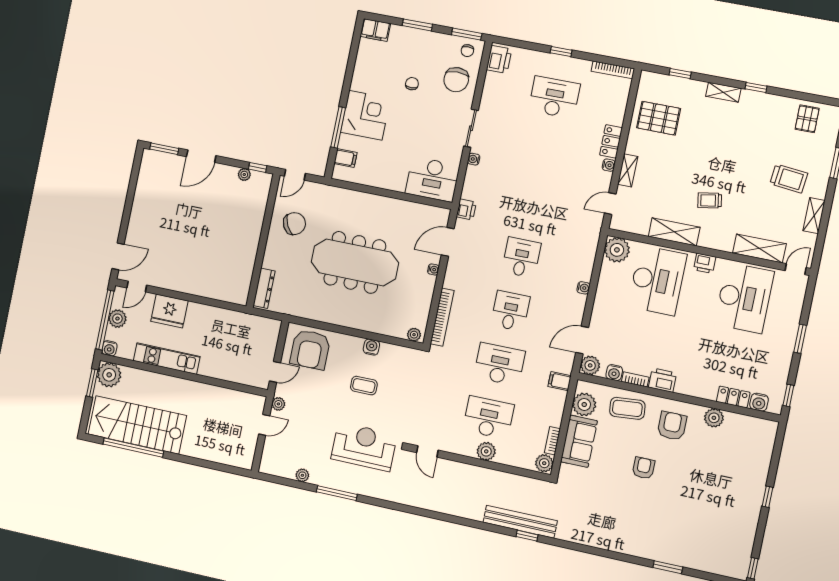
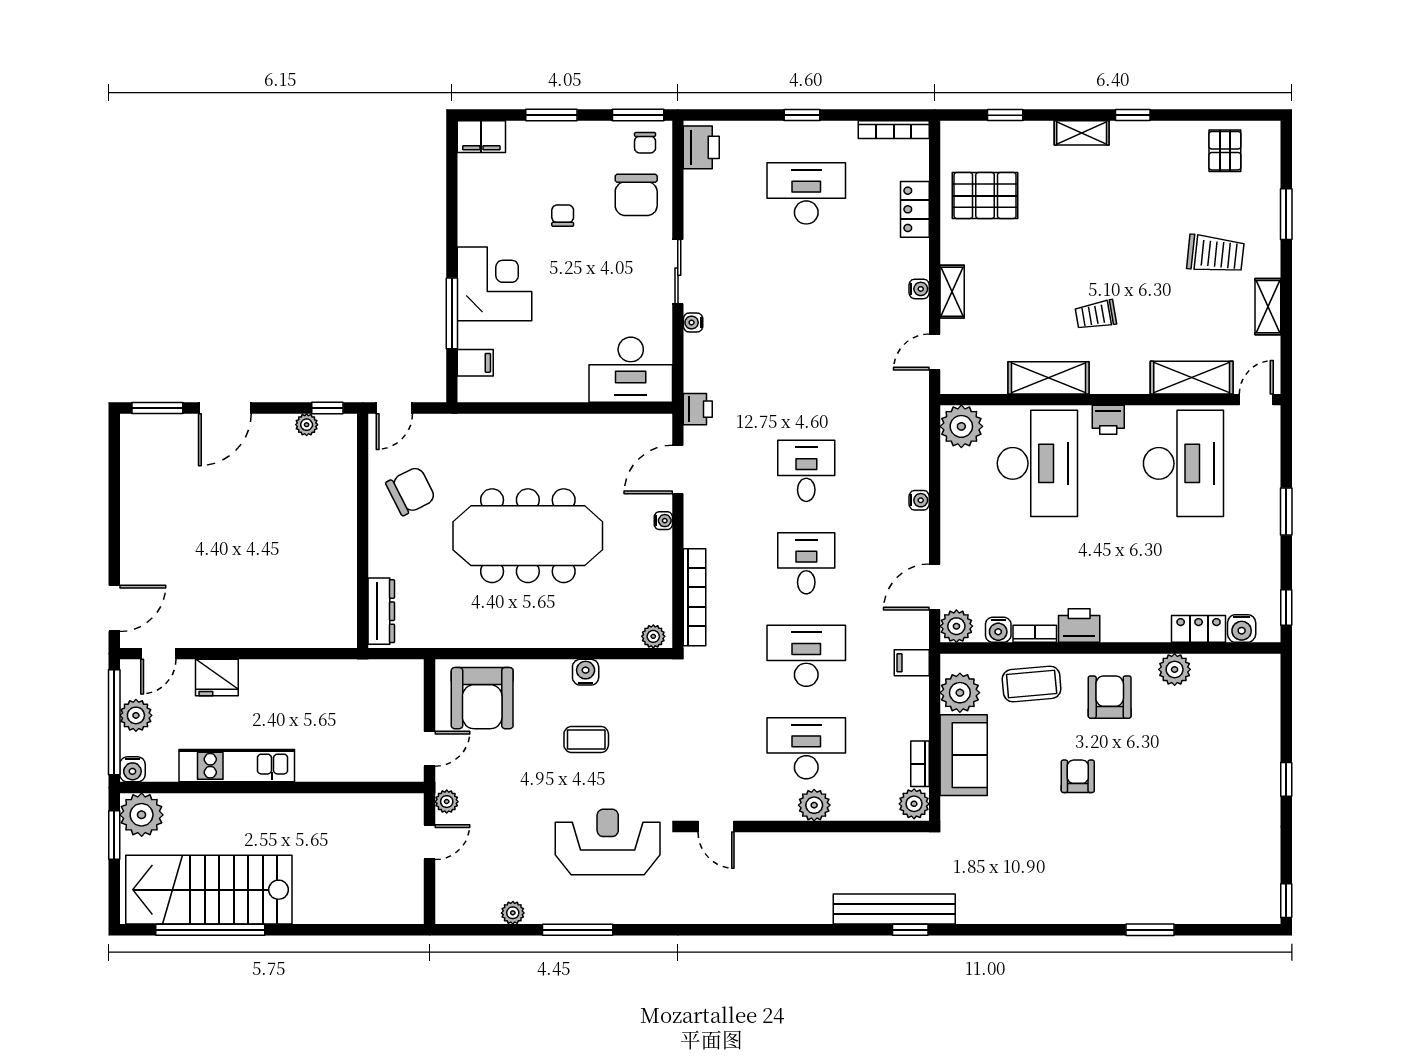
locker: (611, 141) -> (915, 209), moved
fridge: (169, 311) -> (217, 677), width x0.73, depth x0.75

